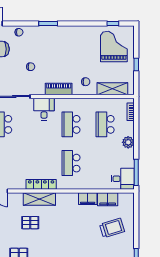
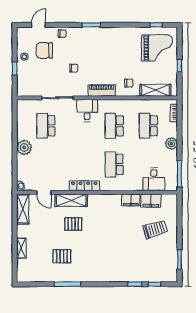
grand piano: (114, 46) -> (157, 48), turned 90
desk: (123, 179) -> (154, 179), moved, turned 90
shelving: (39, 199) -> (71, 200), moved

